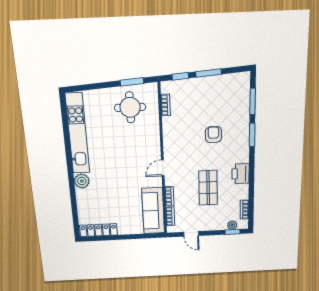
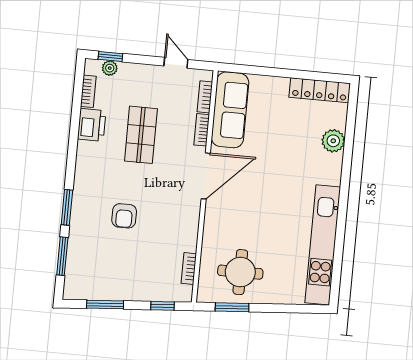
window: (208, 73) -> (105, 305), moved
door: (163, 168) -> (206, 176), width x1.88
printer: (241, 174) -> (92, 125), moved
plant: (82, 181) -> (333, 141), moved

